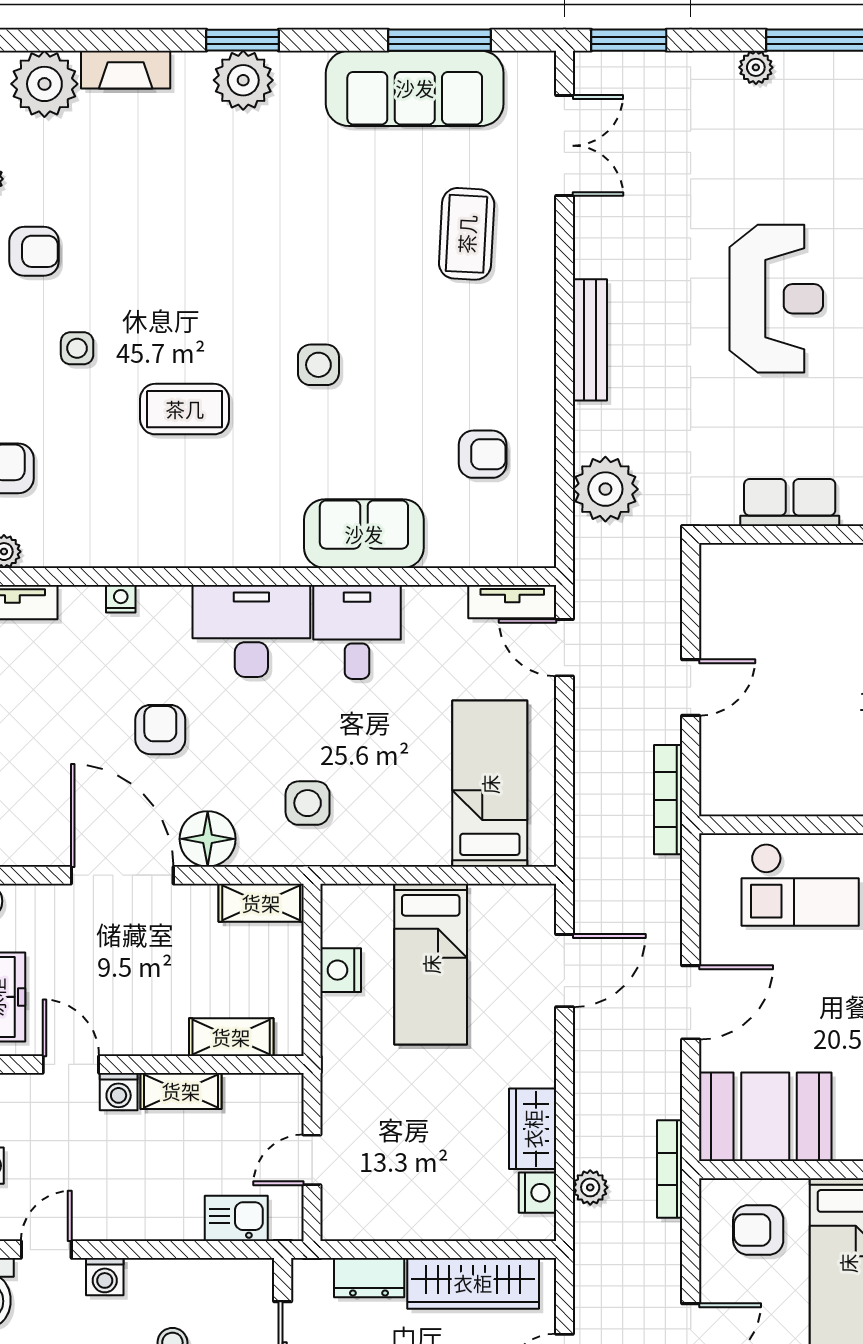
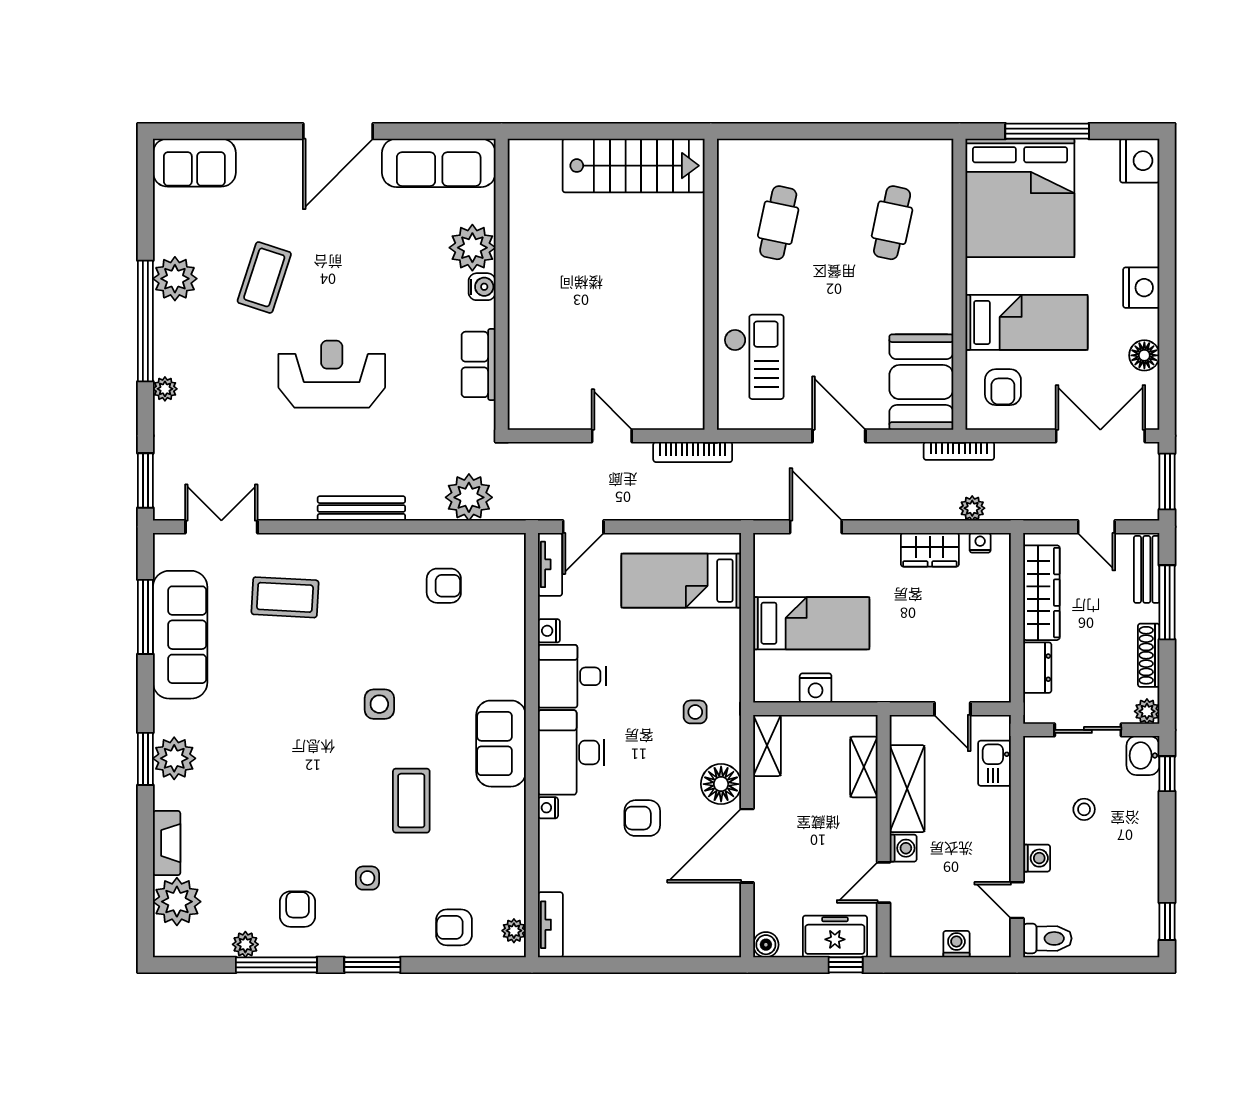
armchair: (483, 454) -> (444, 586), turned 90
sofa: (364, 534) -> (501, 744), moved
nightstand: (121, 599) -> (548, 808), moved
nightstand: (420, 600) -> (549, 631), added
side table: (308, 803) -> (695, 712), width x0.73, depth x0.73
shelving: (181, 1091) -> (907, 789), width x1.50, depth x1.33
nightstand: (537, 1193) -> (980, 543), width x0.72, depth x0.74

